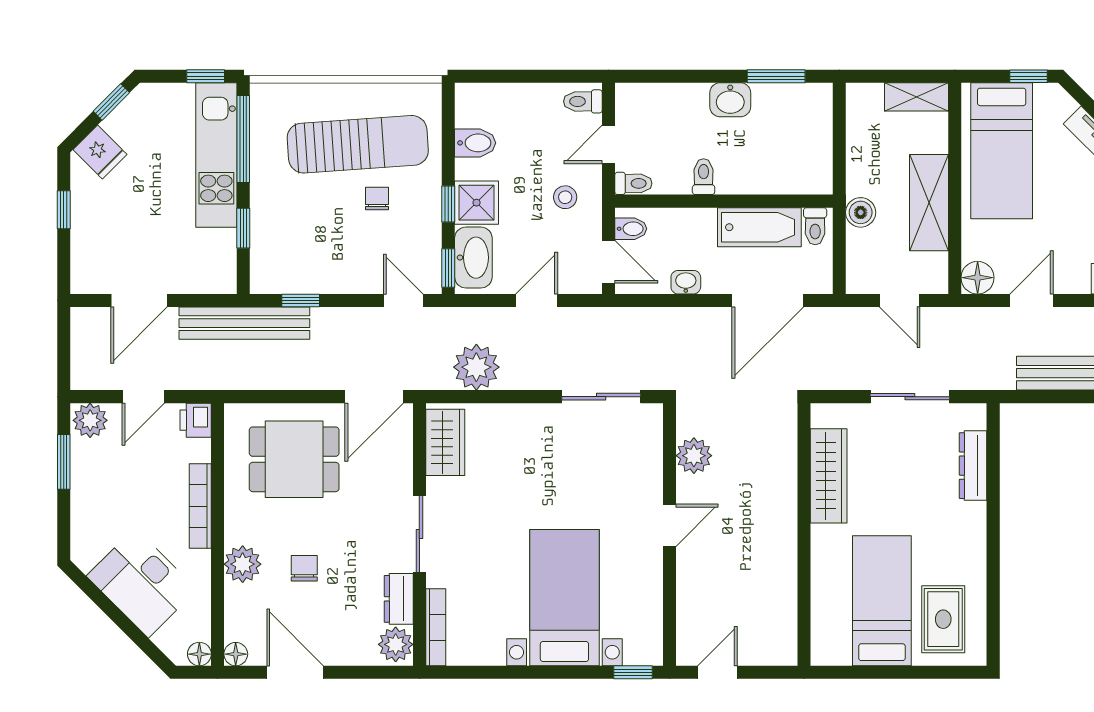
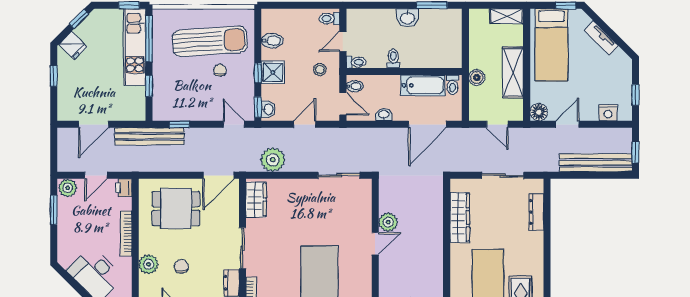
washbasin: (473, 258) -> (268, 109), width x0.52, depth x0.69
plant: (694, 456) -> (388, 222), moved

